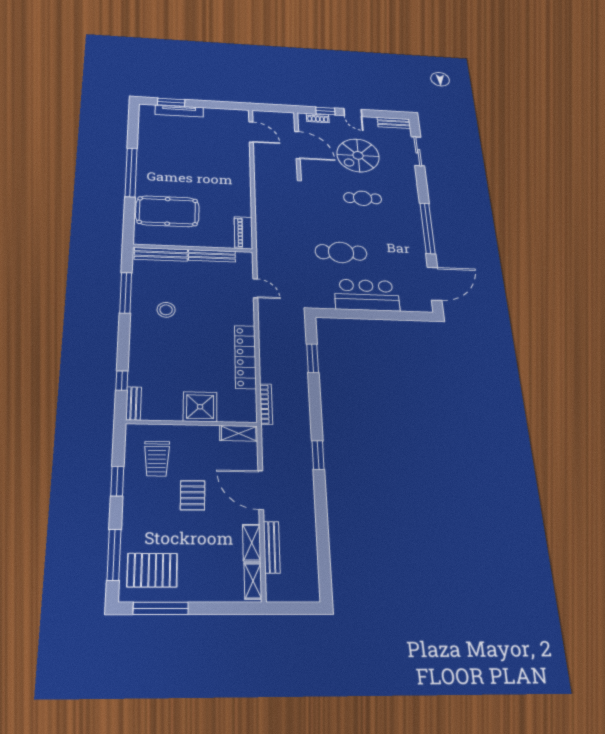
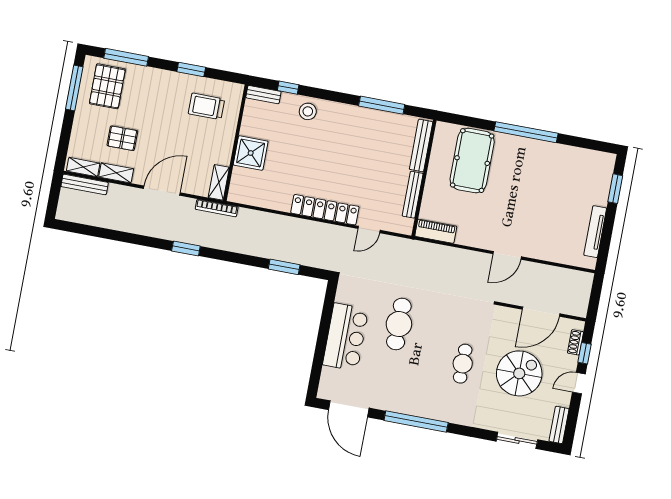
tv unit: (179, 111) -> (595, 232), moved
door: (251, 132) -> (507, 255), moved
spiral stairs: (358, 155) -> (519, 373), turned 90
stool: (166, 310) -> (308, 111), moved
locker: (245, 357) -> (325, 210), moved
bookcase: (266, 404) -> (217, 208), moved
pallet: (193, 495) -> (122, 138), moved
bench: (272, 547) -> (85, 184), moved

